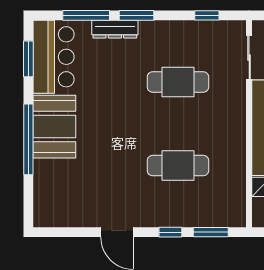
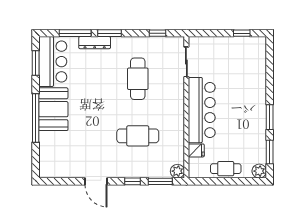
cafe table: (178, 82) -> (138, 79), turned 90
plant: (236, 217) -> (177, 171), added

